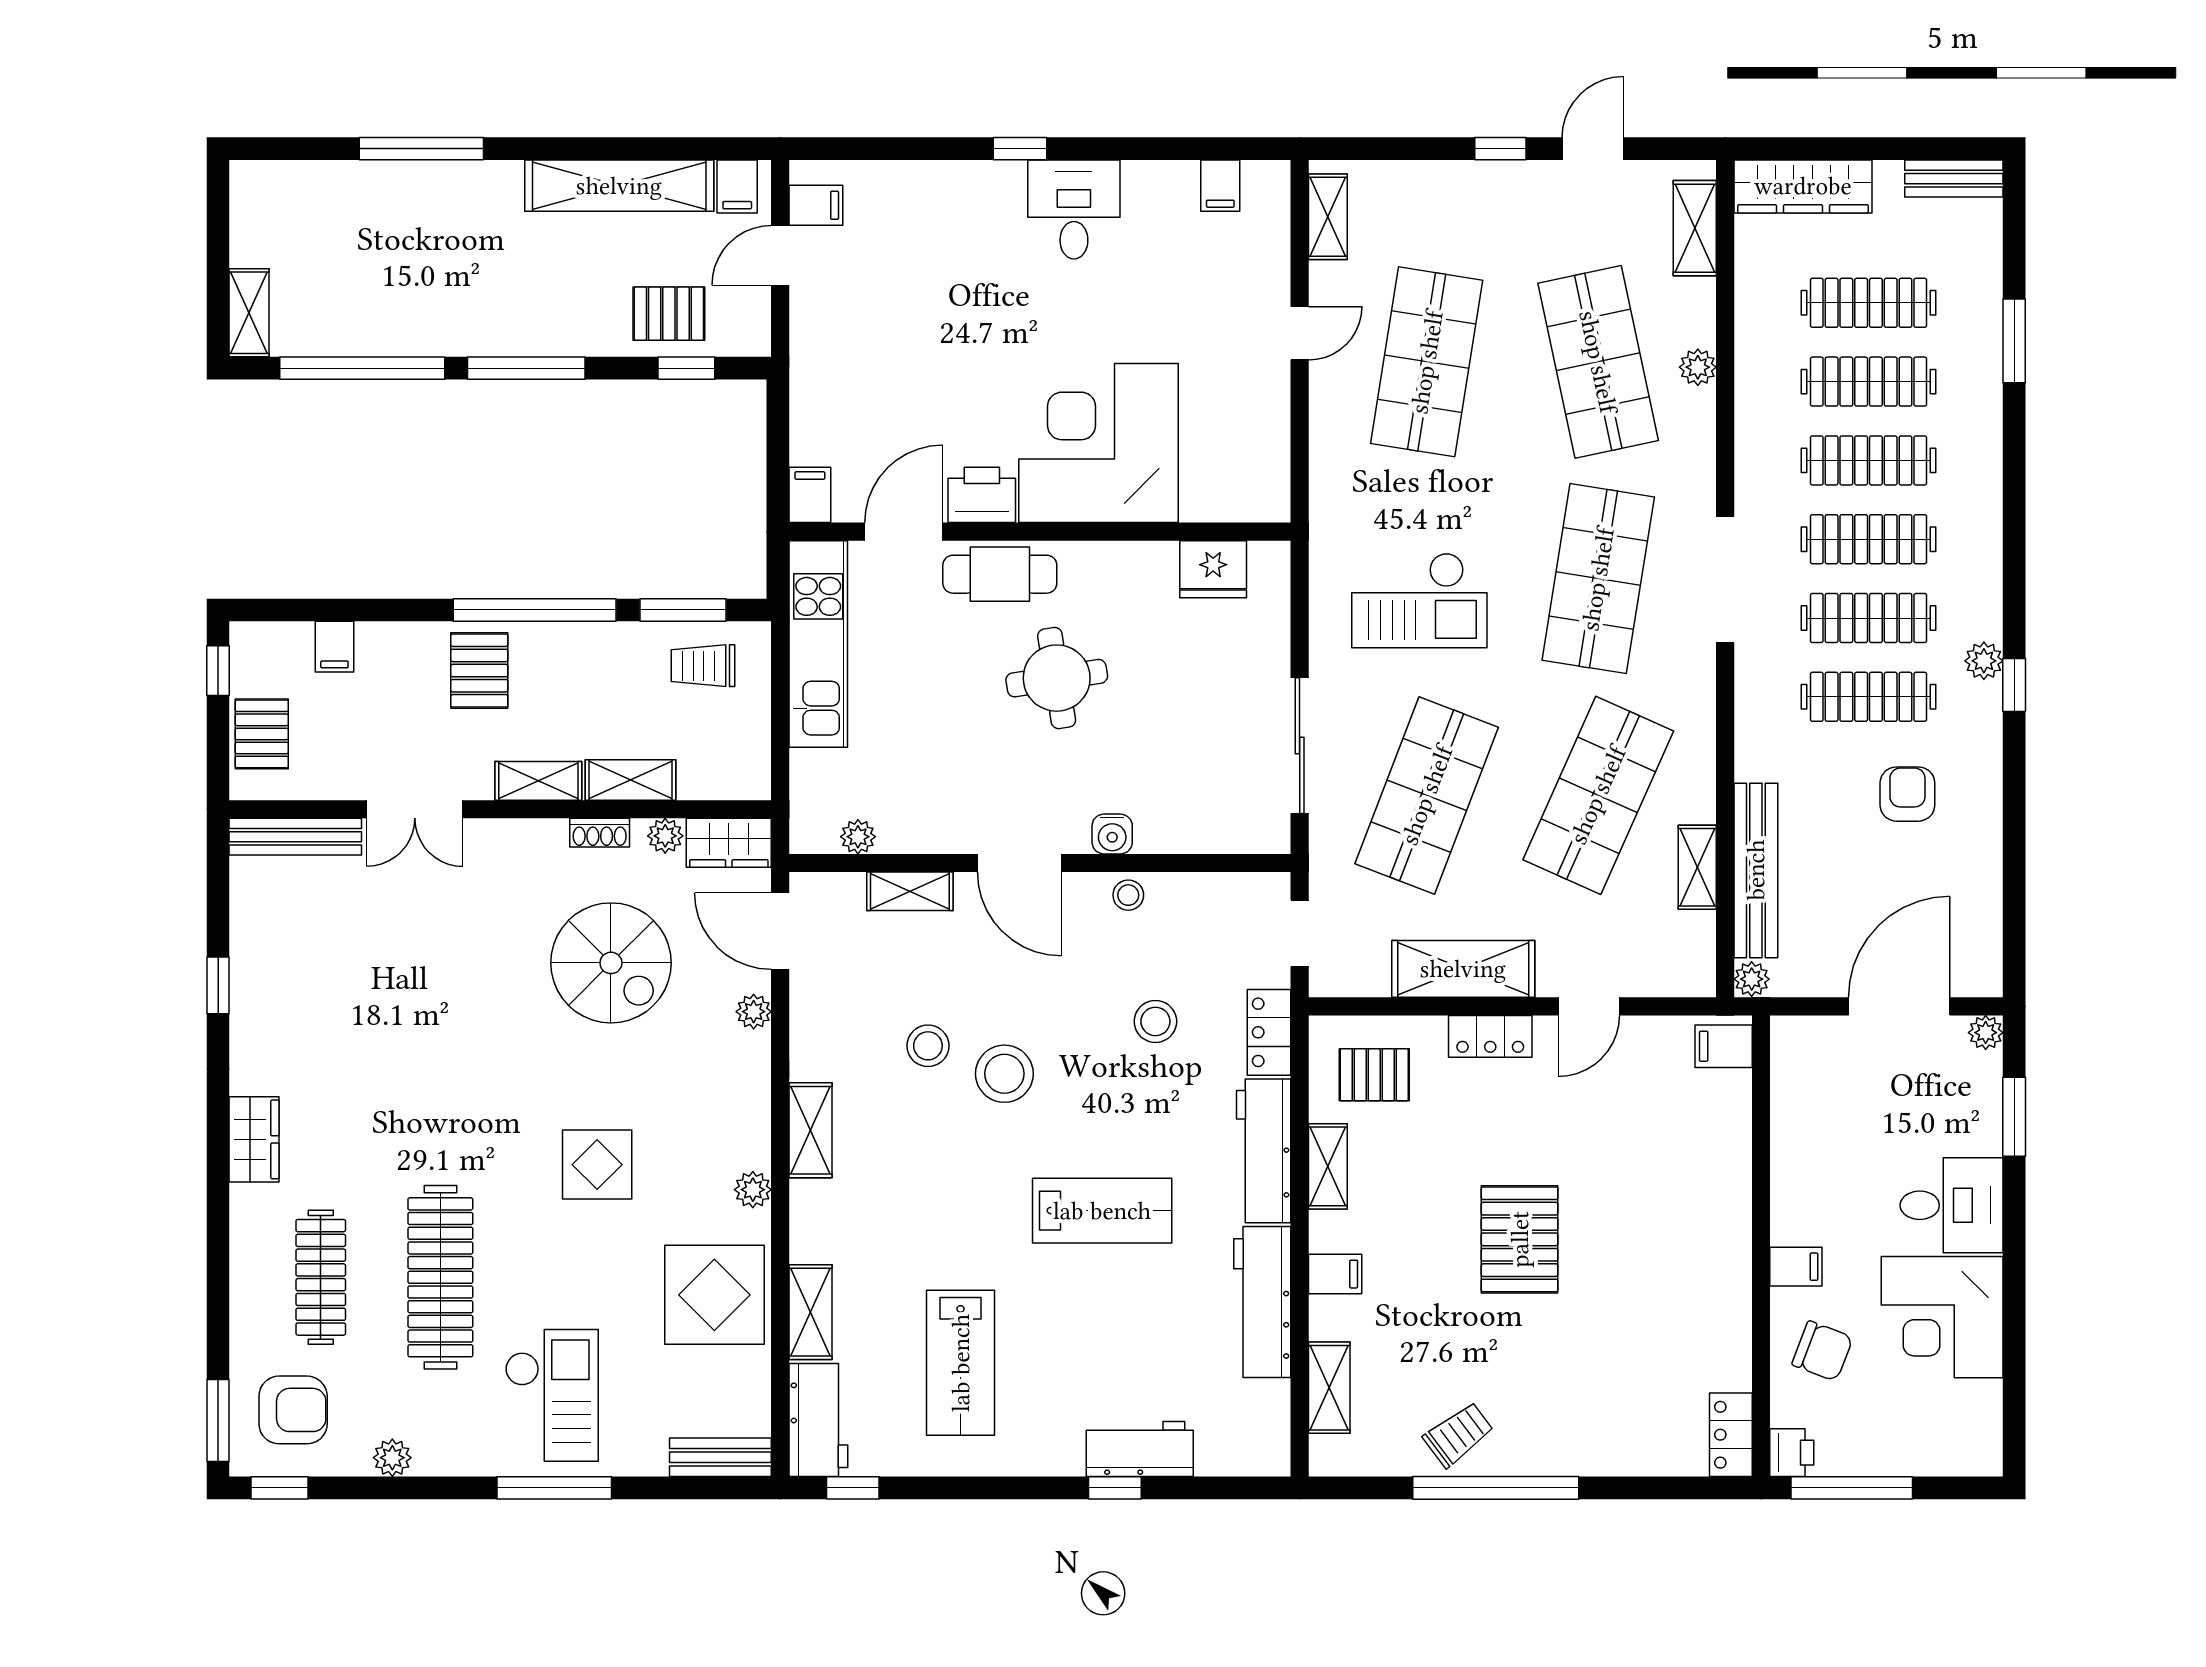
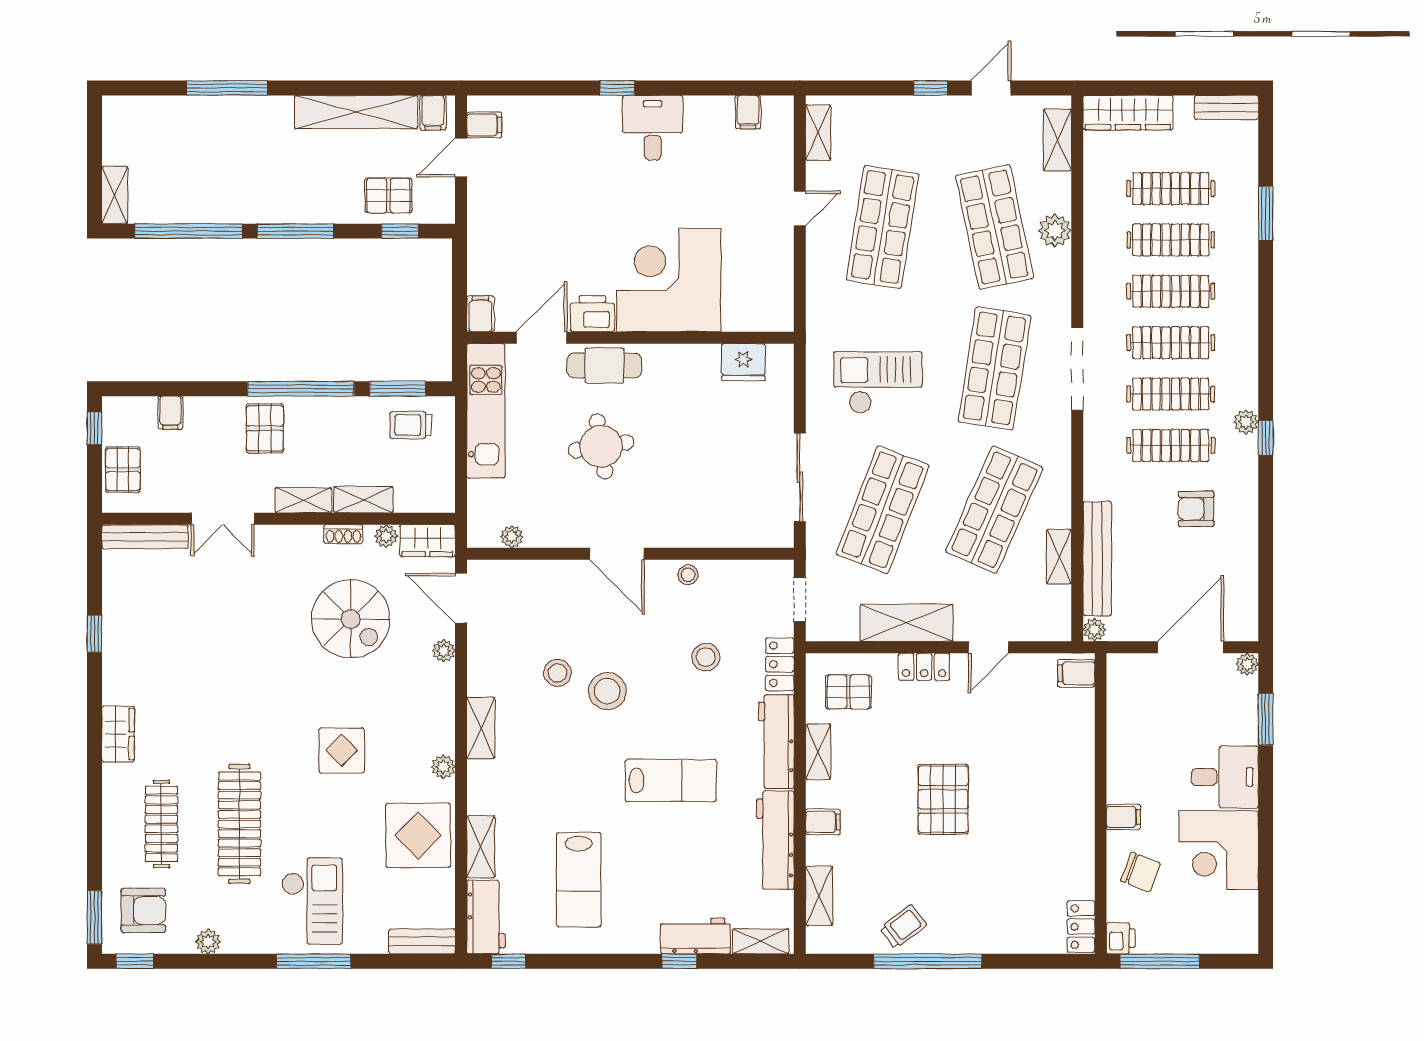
plant: (1698, 367) -> (1055, 231), width x1.38, depth x1.38
checkout: (1419, 600) -> (878, 382), turned 180
round table: (1057, 678) -> (601, 446), moved
armchair: (1907, 794) -> (1196, 509), turned -90
water cooler: (1112, 834) -> (678, 535), removed
shelving: (910, 891) -> (761, 941), moved

